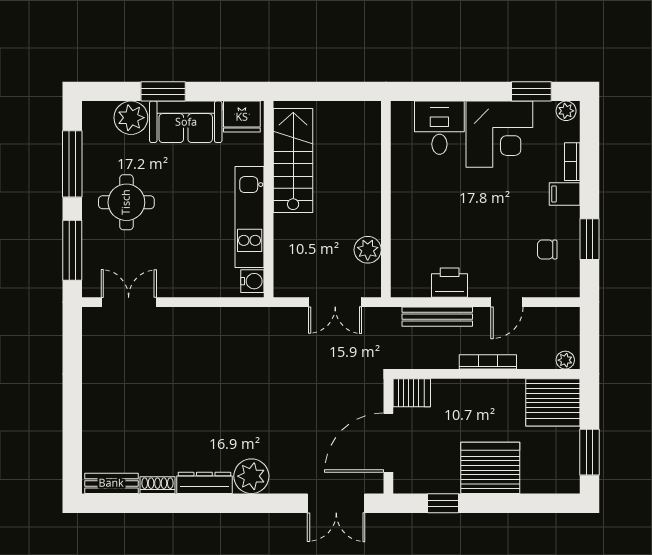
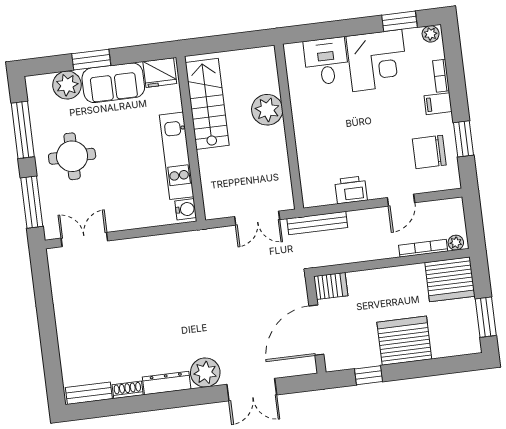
chair: (547, 249) -> (429, 152), width x1.87, depth x1.87
plant: (368, 250) -> (267, 110), moved, width x1.36, depth x1.36
bench: (437, 317) -> (317, 223), moved
bookcase: (488, 362) -> (423, 248), moved
double door: (336, 503) -> (252, 390), moved

